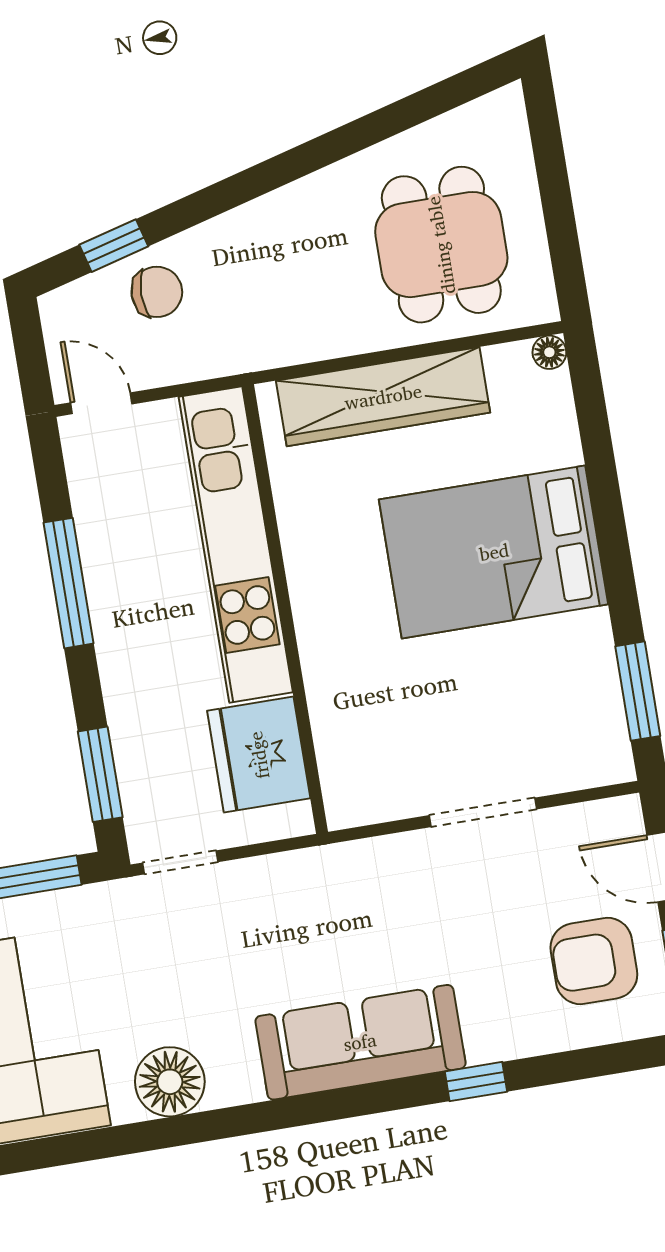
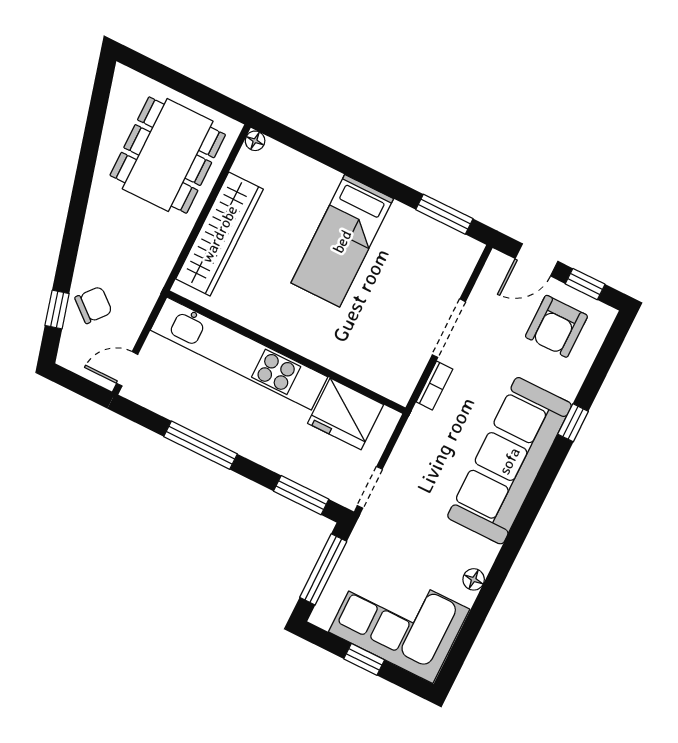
dining table: (441, 245) -> (168, 155), width x1.38
chair: (157, 292) -> (93, 305), turned 40
bed: (494, 552) -> (342, 241), width x0.67
bookcase: (388, 850) -> (434, 385), added
sofa: (360, 1042) -> (509, 461), width x1.36, depth x1.27
floor lamp: (170, 1082) -> (474, 579), width x0.53, depth x0.53

